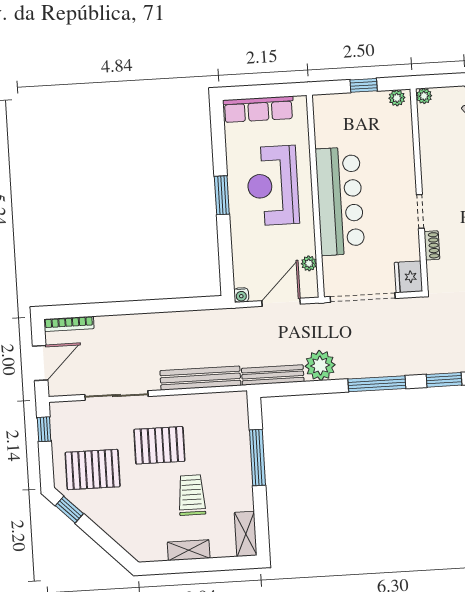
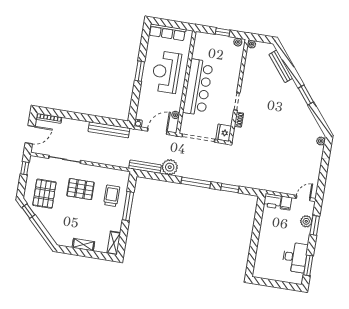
bench: (200, 378) -> (109, 130), moved
pallet: (93, 470) -> (44, 194), turned 90
trolley: (192, 495) -> (112, 196), moved

